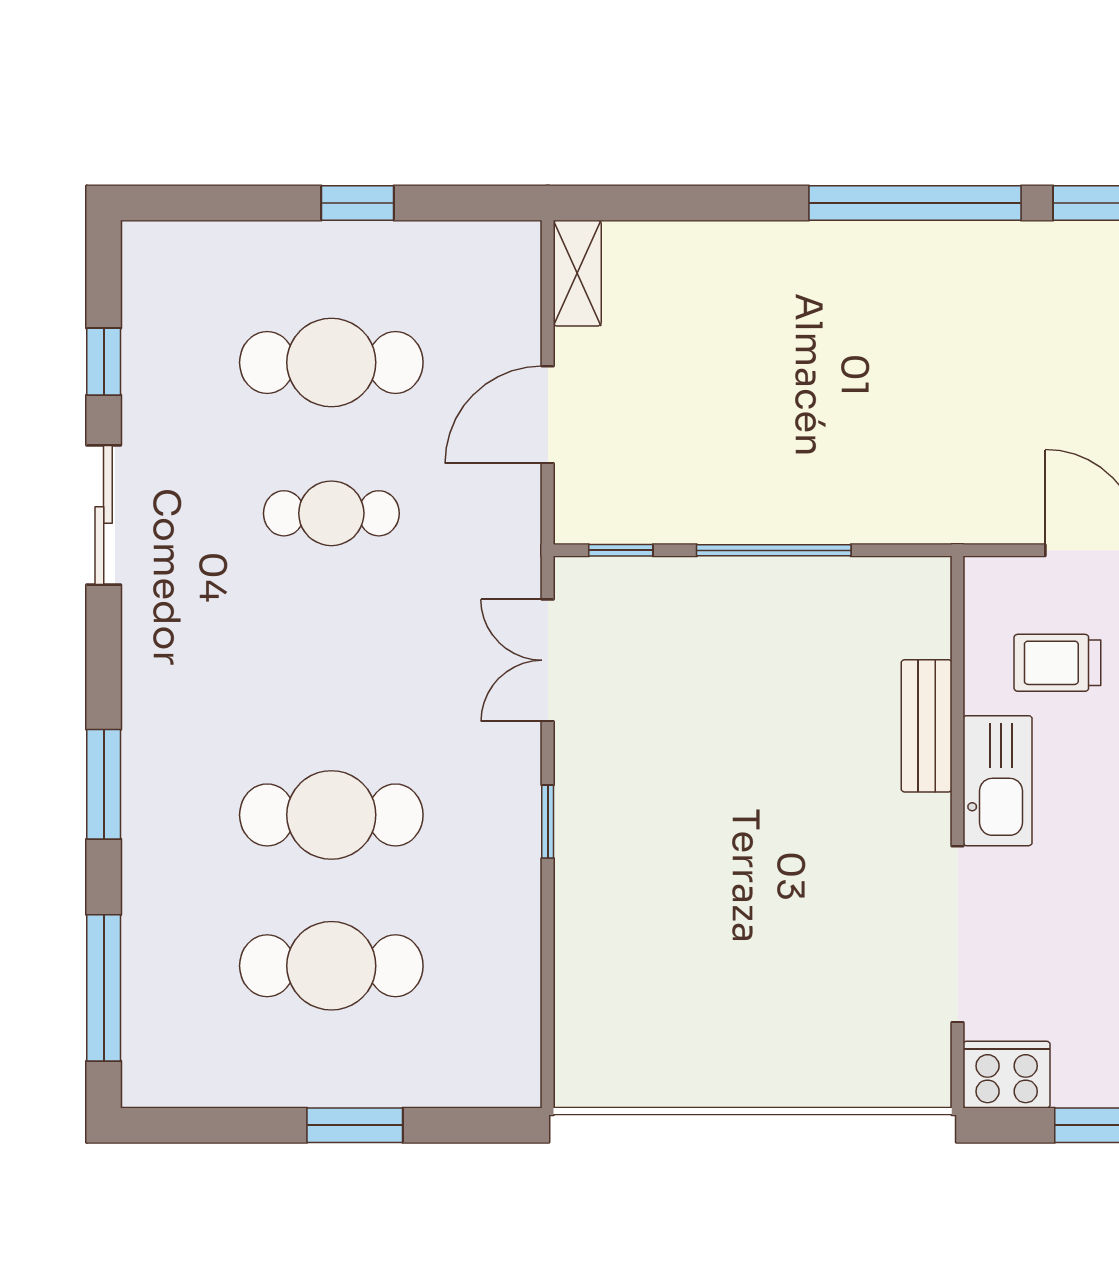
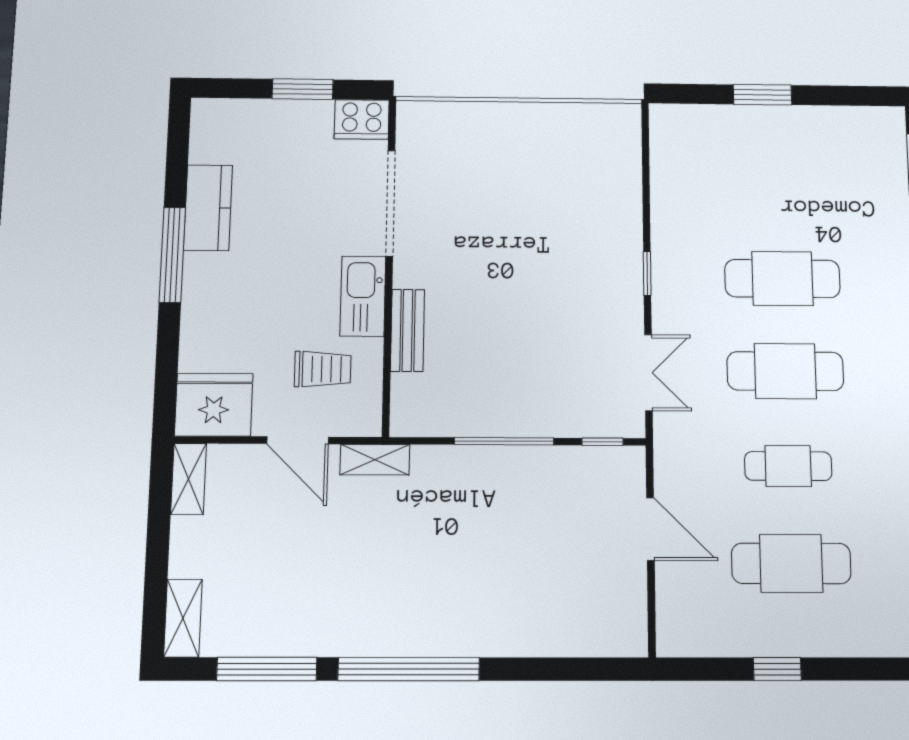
shelving: (577, 273) -> (375, 460), moved, turned 90
door: (548, 415) -> (650, 529), hinge flipped
cafe table: (331, 966) -> (785, 371), moved

